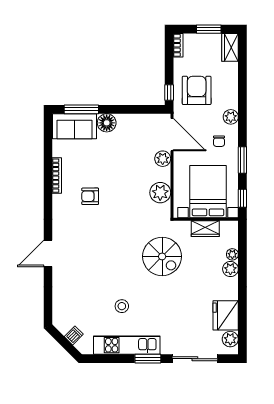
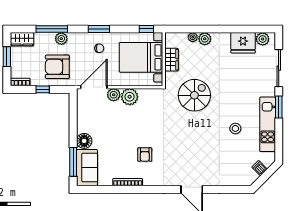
window: (242, 84) -> (52, 29), added
window: (169, 92) -> (43, 89), moved
plant: (231, 117) -> (61, 39), moved
window: (242, 160) -> (99, 29), moved
plant: (160, 193) -> (130, 97), moved

